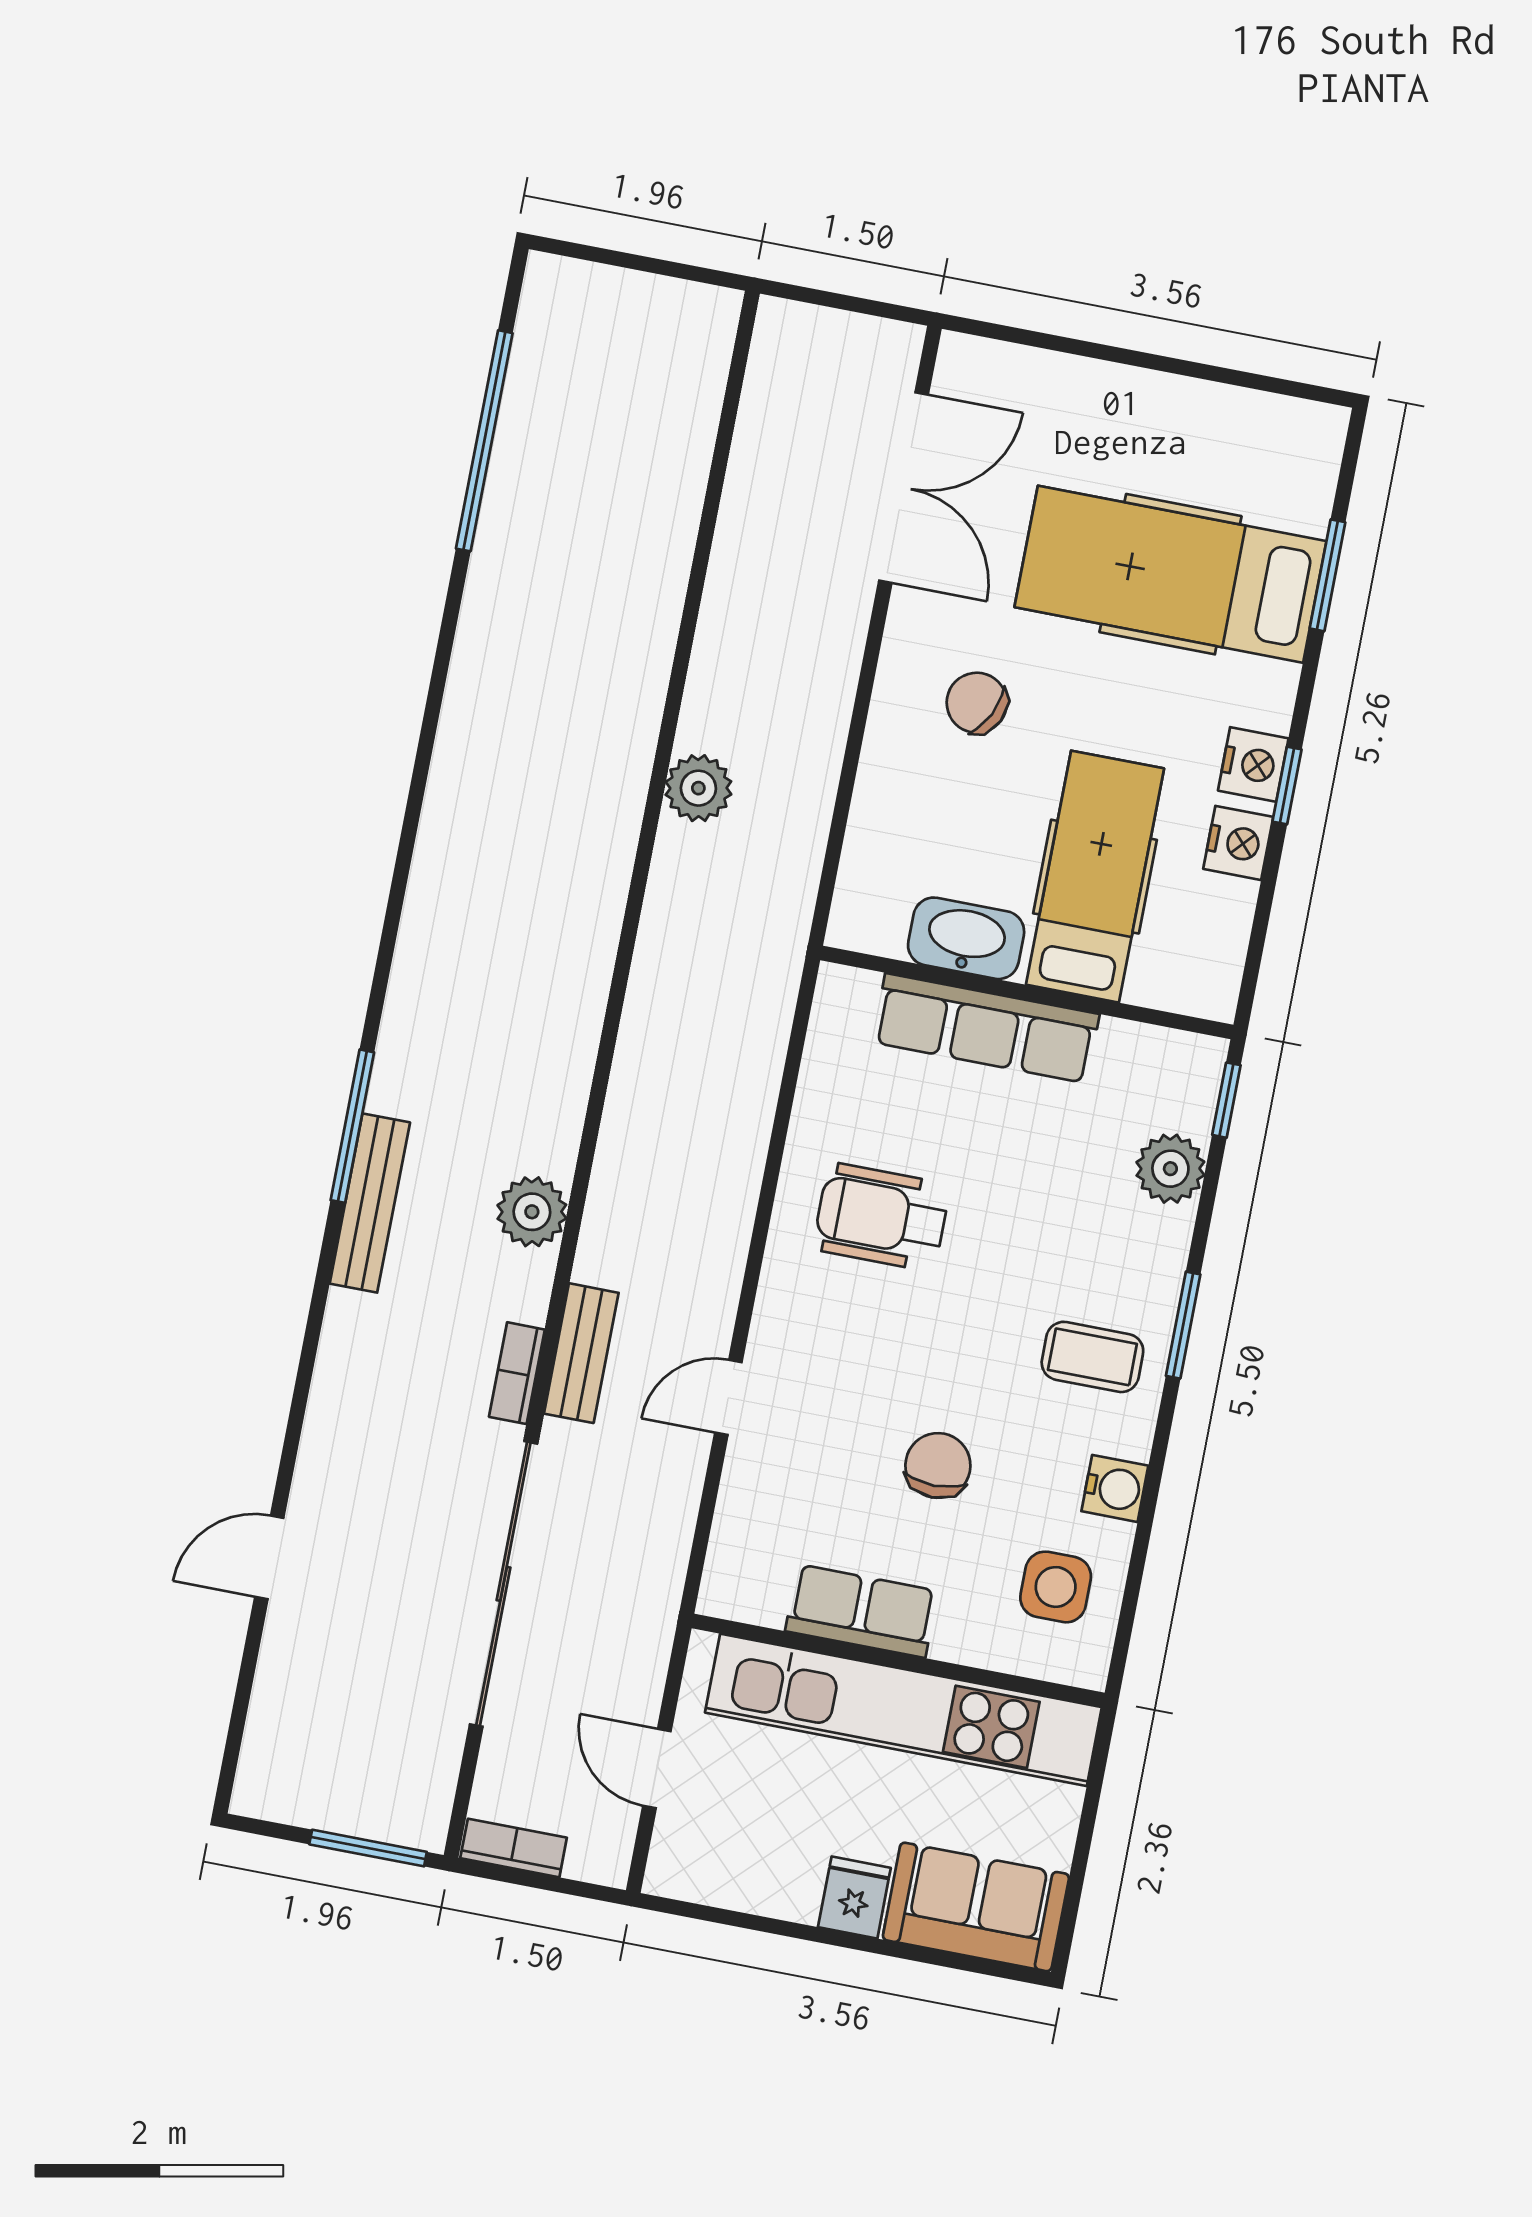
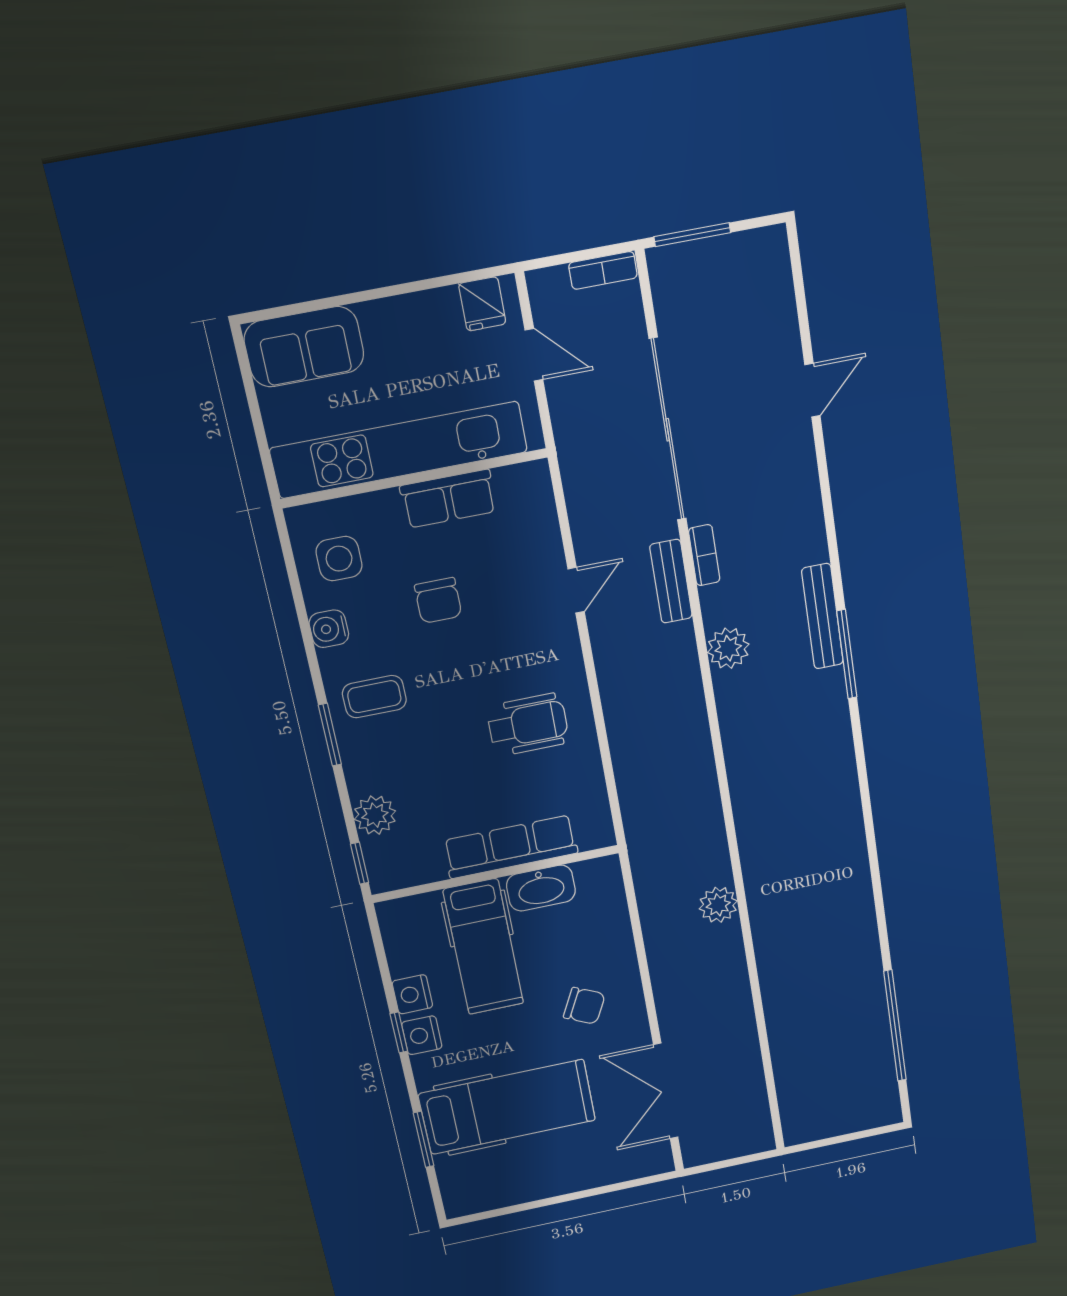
fridge: (854, 1897) -> (482, 304), moved

